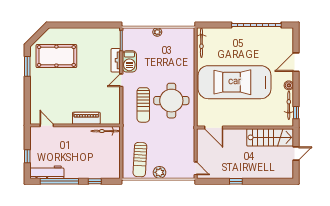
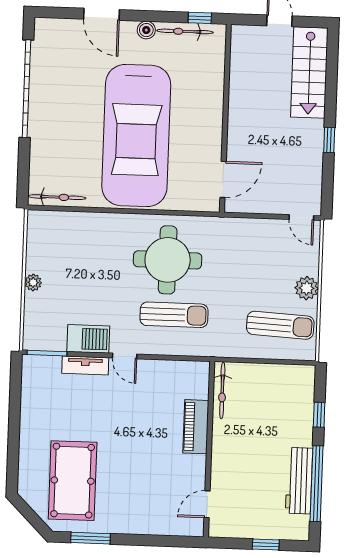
stairs: (270, 137) -> (309, 72), moved, turned 180
door: (196, 168) -> (301, 217), swing flipped
workbench: (47, 172) -> (299, 481), moved

